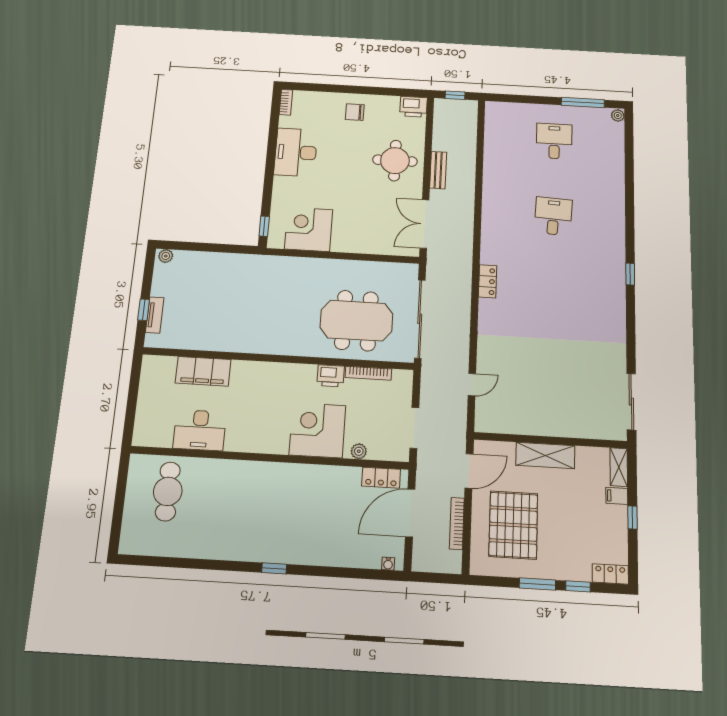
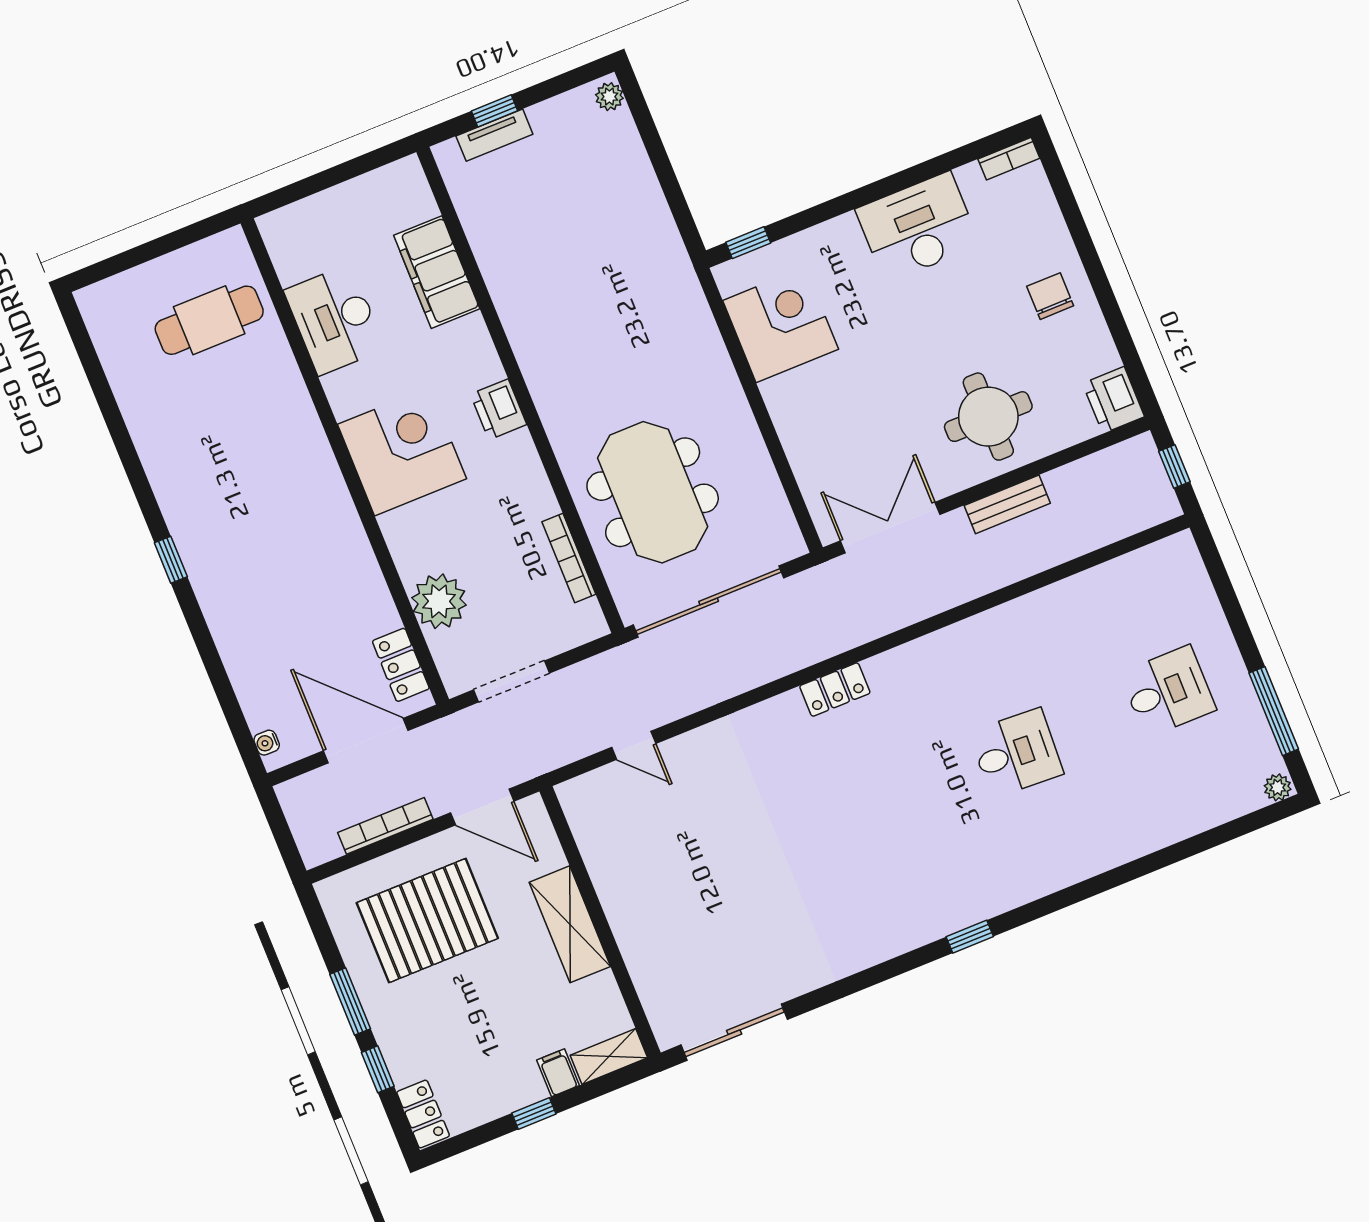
printer: (331, 376) -> (498, 409), moved
corner desk: (317, 430) -> (402, 452), moved
plant: (359, 451) -> (439, 601), width x1.88, depth x1.88

